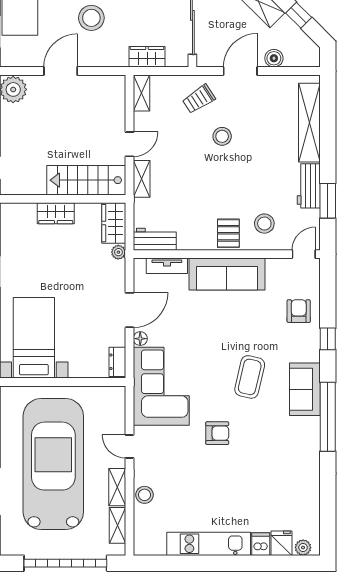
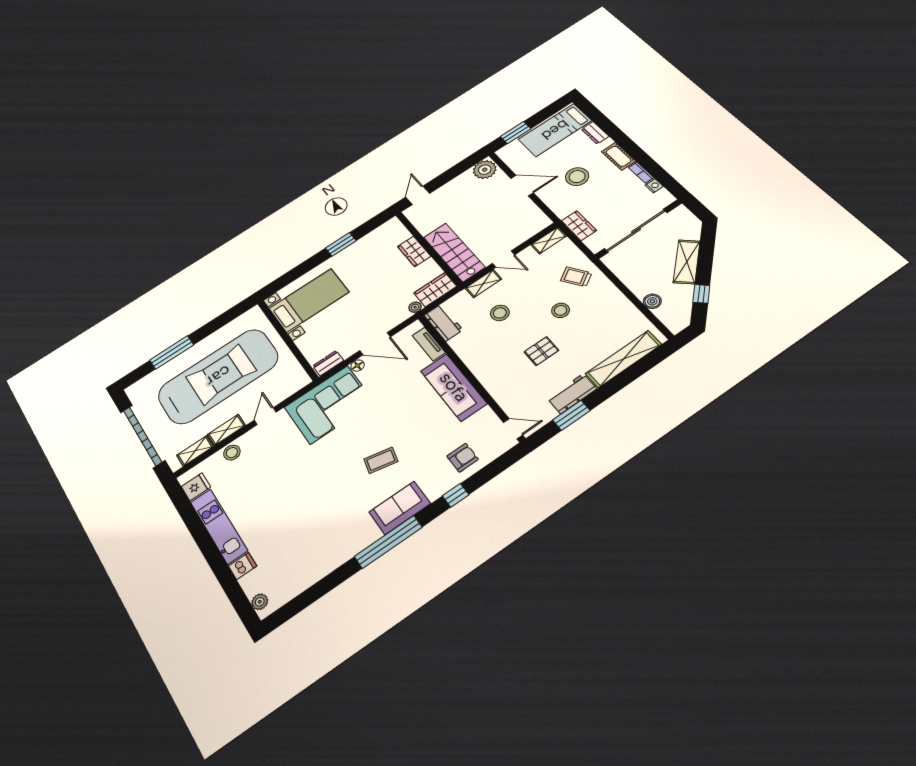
door: (240, 71) -> (622, 287), removed
stool: (264, 224) -> (500, 313), moved
pallet: (228, 233) -> (541, 351), moved
coffee table: (250, 377) -> (381, 460), width x0.73, depth x0.77
armchair: (217, 433) -> (317, 469), removed
fridge: (282, 543) -> (196, 487), moved

